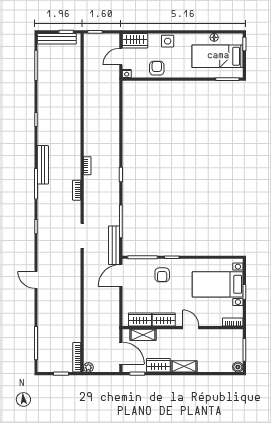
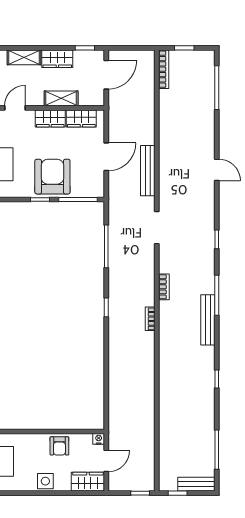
bench: (57, 39) -> (196, 484), width x0.73
bench: (114, 245) -> (148, 171), moved
door: (121, 275) -> (106, 157), moved
armchair: (162, 275) -> (52, 177), width x1.88, depth x1.88
door: (191, 328) -> (15, 108), swing flipped
shelving: (143, 335) -> (61, 98), moved
door: (121, 353) -> (106, 75), swing flipped
plant: (88, 367) -> (149, 56), removed

